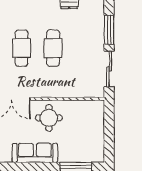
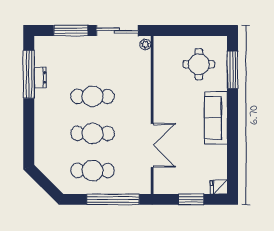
plant: (97, 93) -> (145, 44), added
round table: (49, 118) -> (199, 64), moved

